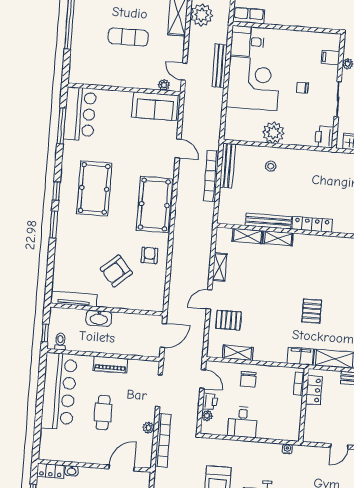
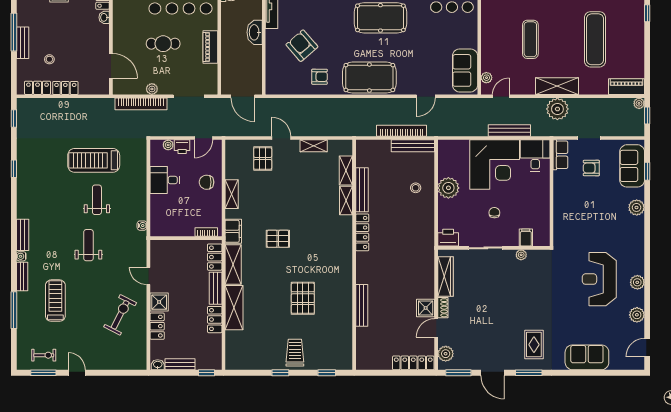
shelving: (238, 353) -> (232, 194), moved
locker: (314, 390) -> (215, 257), moved, turned 90

